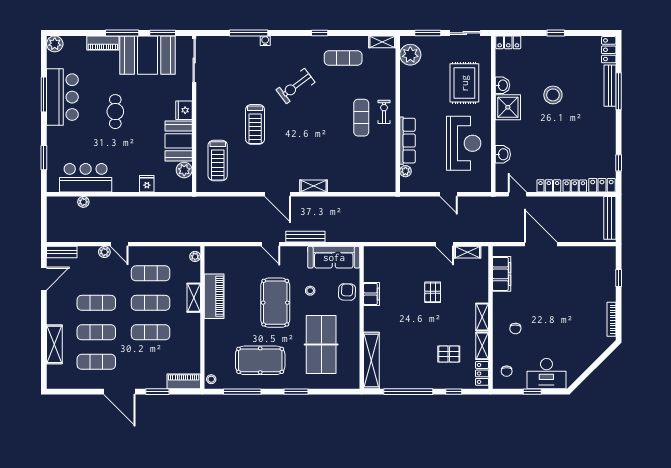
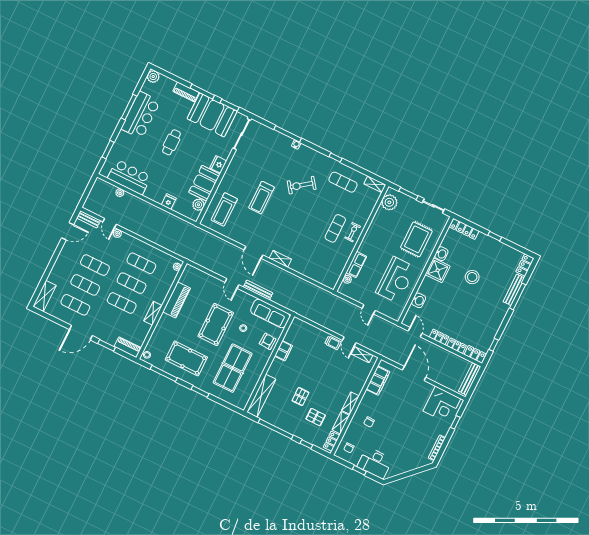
locker: (508, 42) -> (464, 229), width x1.53
row of seats: (407, 141) -> (356, 265), width x0.68
door: (119, 244) -> (110, 223), moved
trolley: (426, 255) -> (333, 343), added
corner desk: (592, 265) -> (442, 405), added
pallet: (433, 292) -> (300, 397), moved
shelving: (194, 298) -> (153, 313), moved
shelving: (54, 344) -> (45, 296), moved
door: (119, 392) -> (81, 333), hinge flipped

